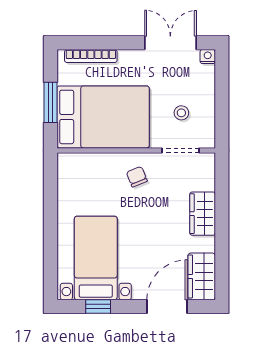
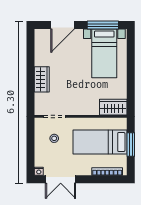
bed: (103, 117) -> (100, 142), width x0.67
chair: (137, 177) -> (80, 101), removed
wardrobe: (202, 276) -> (113, 107), moved, turned -90
window: (98, 306) -> (103, 25), width x2.17

